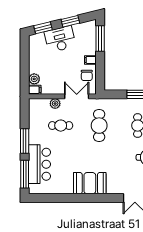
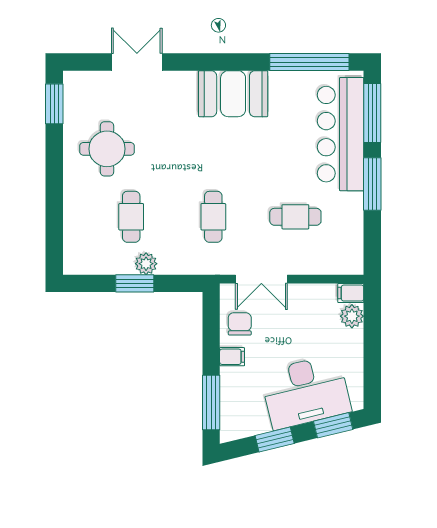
desk: (60, 39) -> (306, 392), width x1.36, depth x1.30
plant: (55, 104) -> (146, 264), moved
cafe table: (99, 126) -> (213, 217), width x0.73, depth x0.74
bar counter: (39, 164) -> (341, 134), width x1.36
window: (54, 198) -> (309, 62), added

